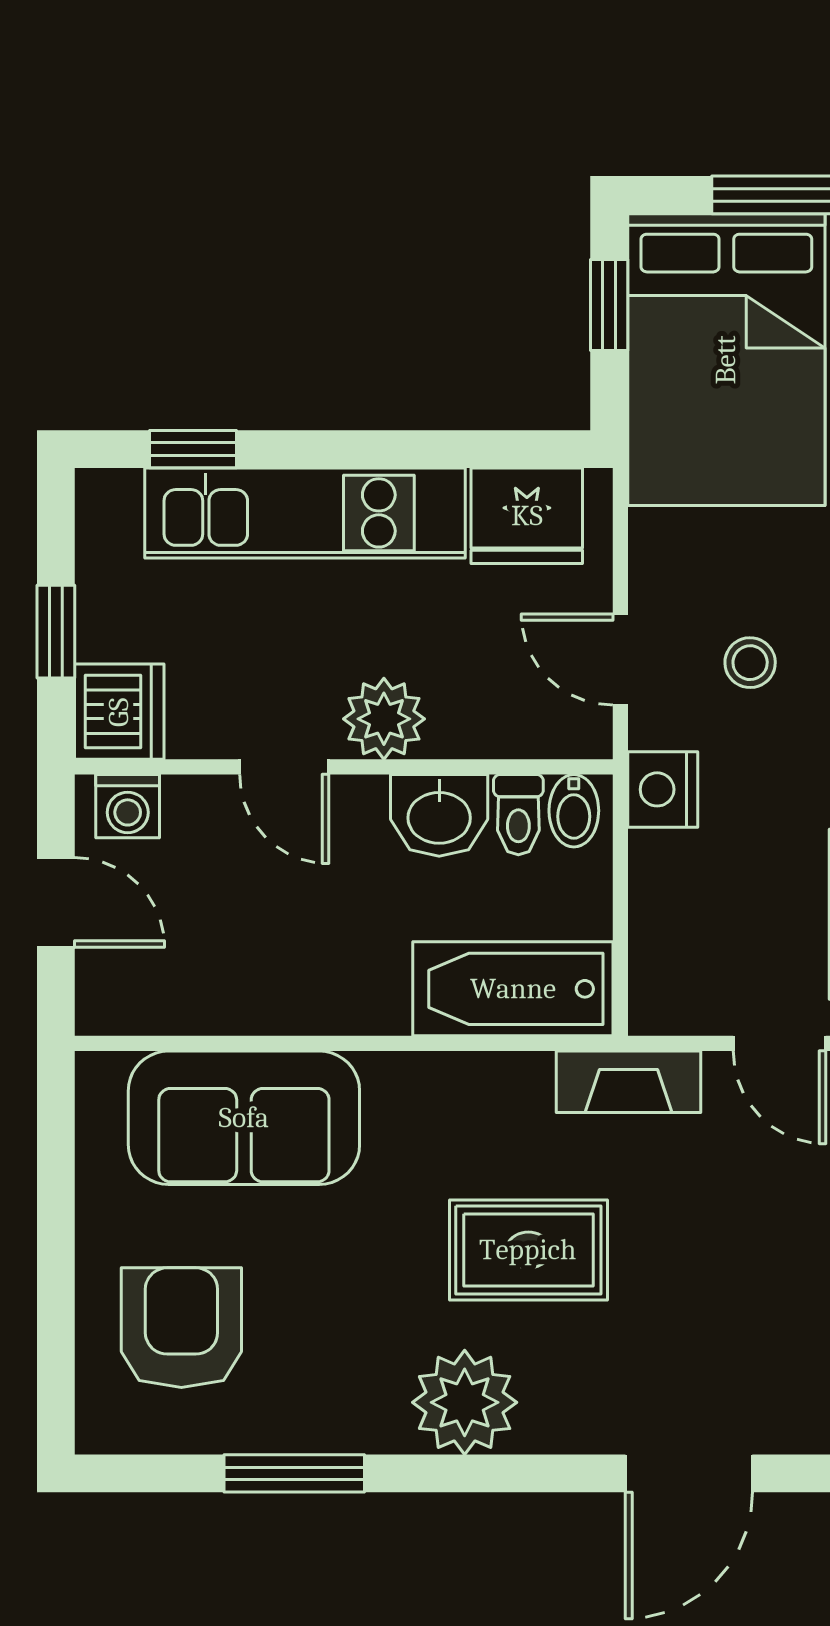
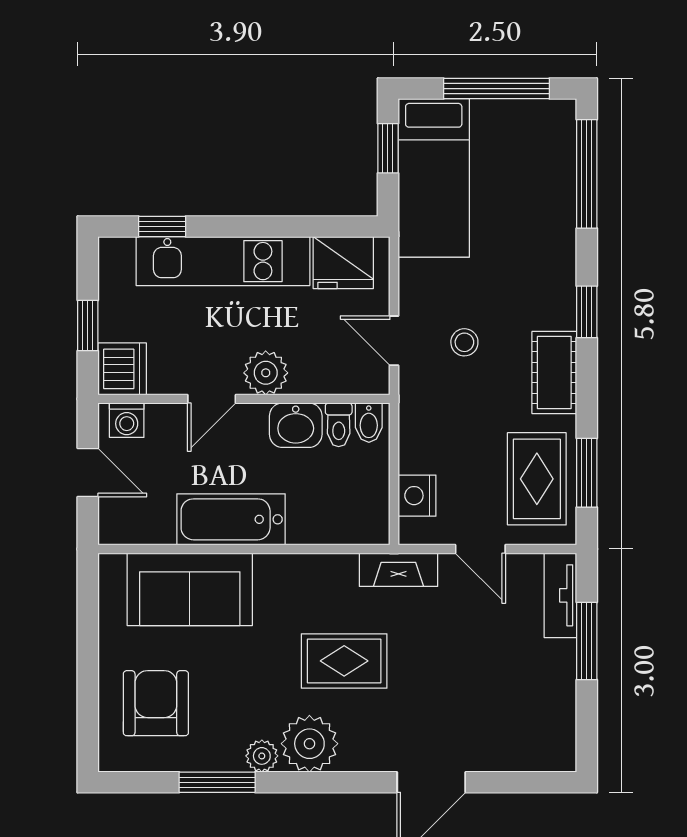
bed: (726, 360) -> (434, 178), width x0.67
door: (284, 767) -> (212, 399), hinge flipped
nightstand: (663, 789) -> (417, 496), moved
bathtub: (513, 989) -> (231, 519), moved
plant: (377, 1425) -> (262, 756), added

